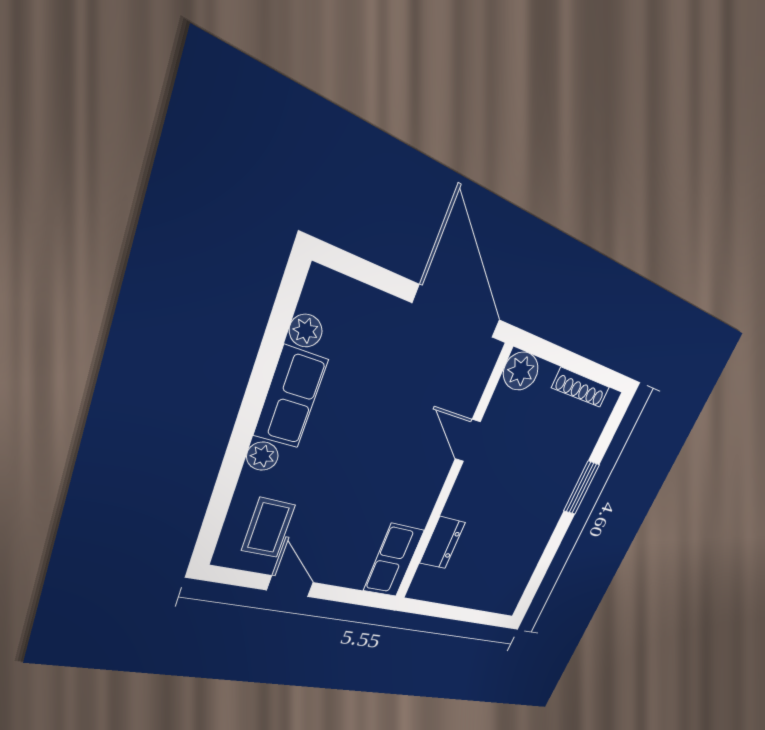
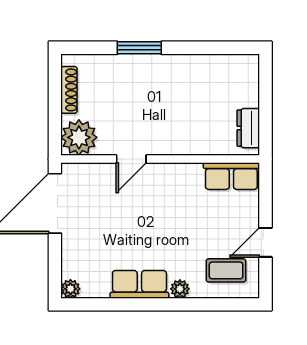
plant: (306, 331) -> (70, 289), moved
plant: (521, 371) -> (79, 137), width x1.36, depth x1.36
dresser: (442, 543) -> (248, 128), moved, turned -90

